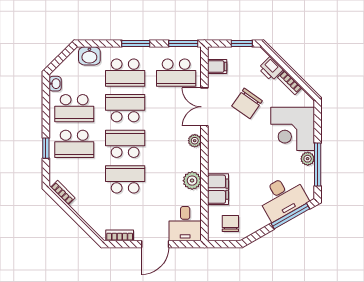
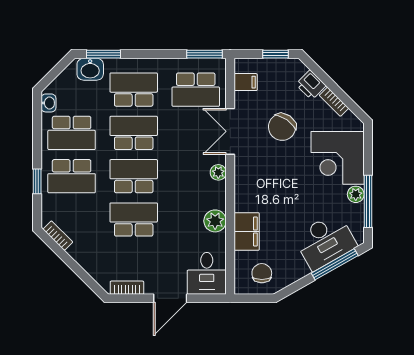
window: (136, 44) -> (104, 54), moved
school desk: (125, 73) -> (134, 90), turned 180

